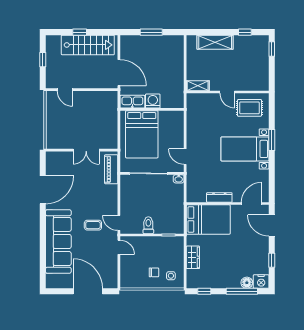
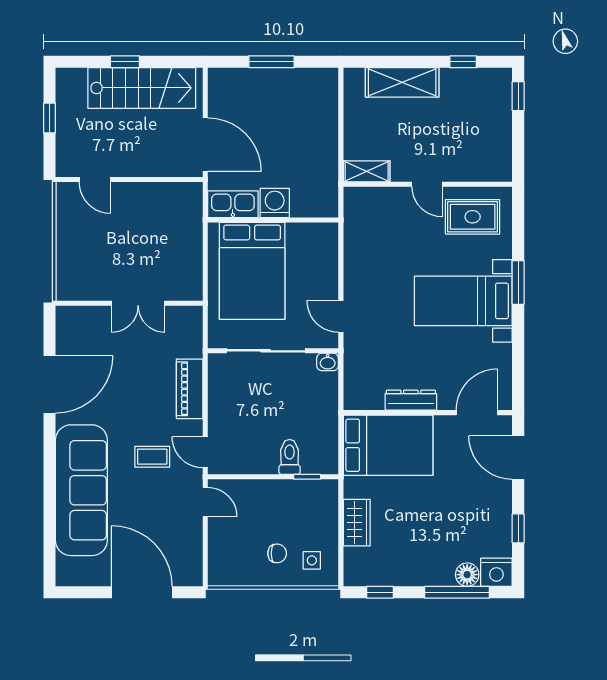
piano: (111, 169) -> (190, 389), moved
toilet: (148, 225) -> (290, 457), moved

